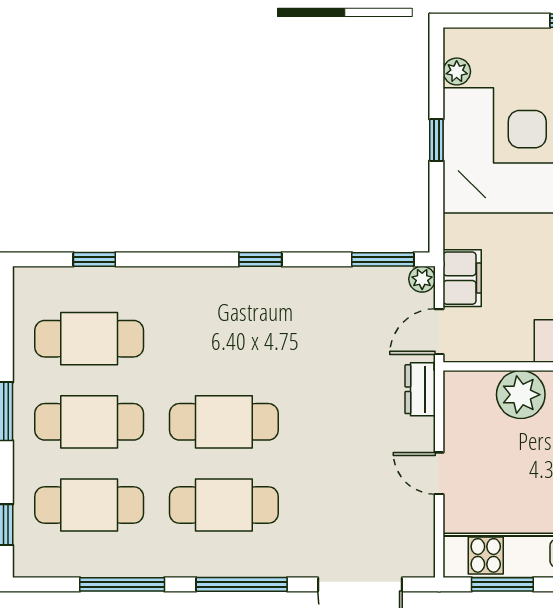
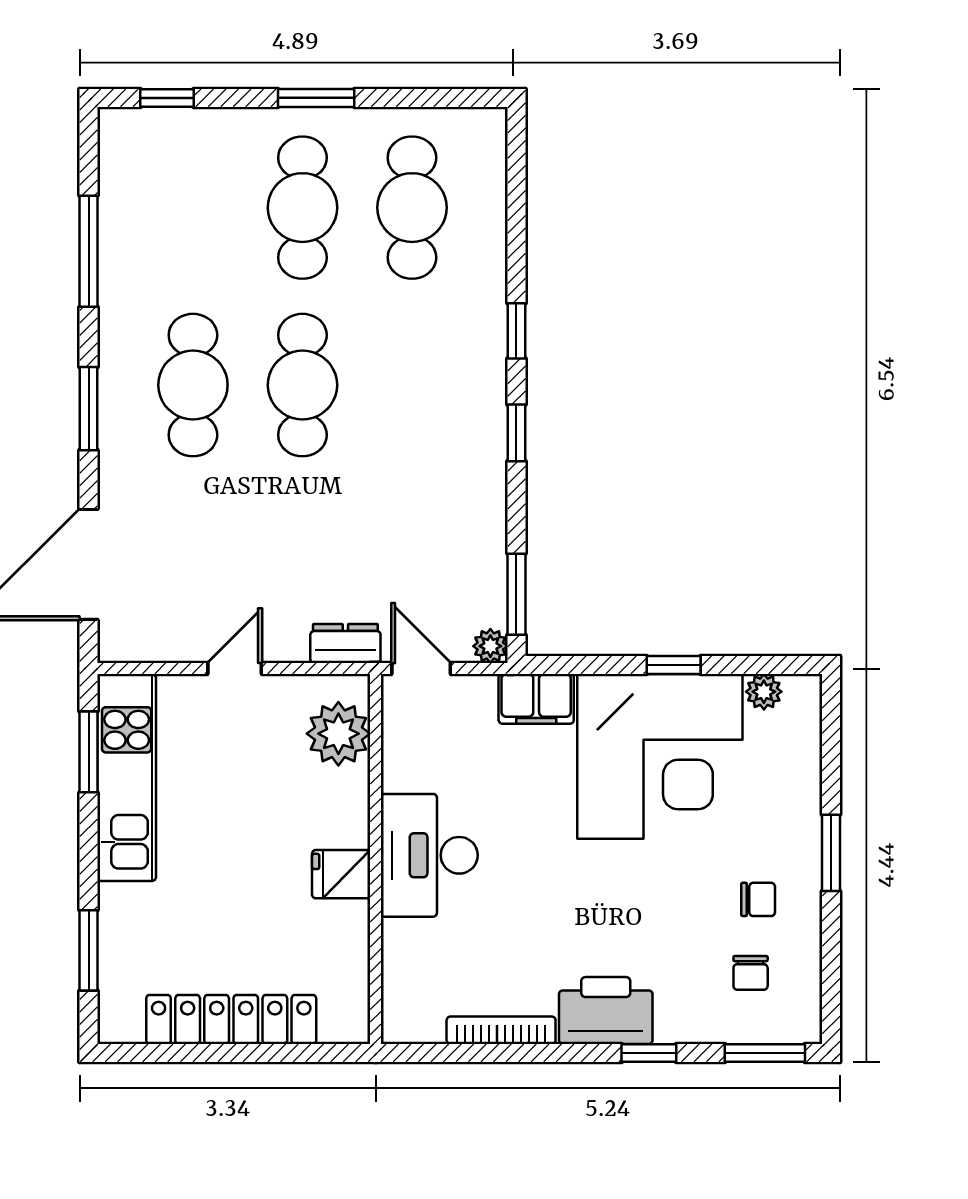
window: (94, 259) -> (516, 331), moved
filing cabinet: (462, 278) -> (536, 699), moved
plant: (521, 395) -> (338, 734), moved
cafe table: (89, 505) -> (193, 208), removed
window: (242, 584) -> (89, 409), width x0.69

